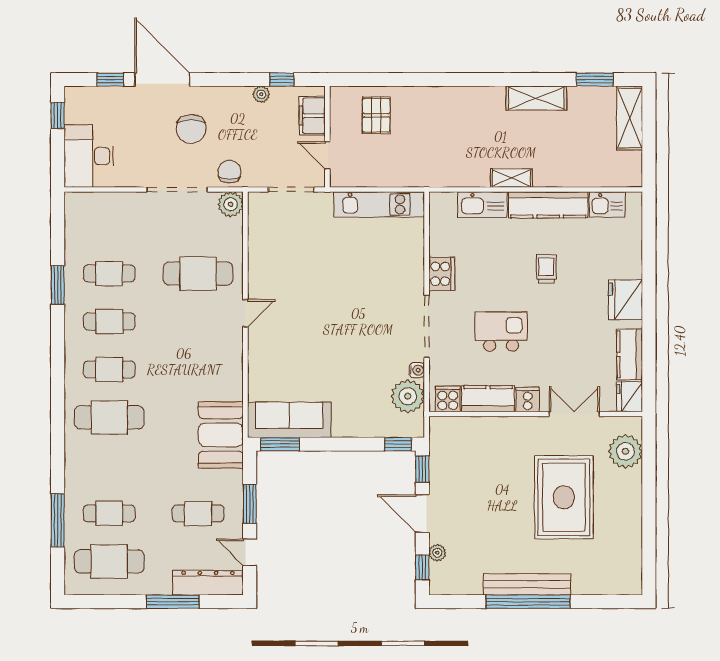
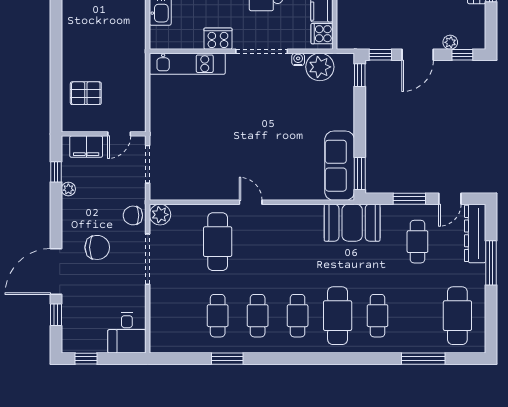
desk: (89, 156) -> (127, 333), width x0.73
kitchen unit: (379, 204) -> (187, 64), moved, turned 90
cafe table: (109, 513) -> (378, 316), moved

